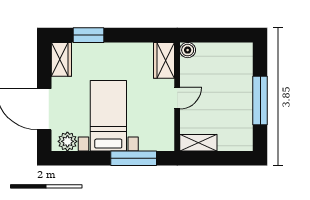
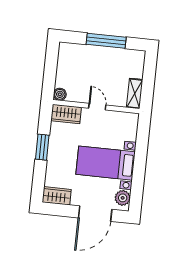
window: (89, 35) -> (42, 147), moved
window: (134, 158) -> (142, 146), removed

